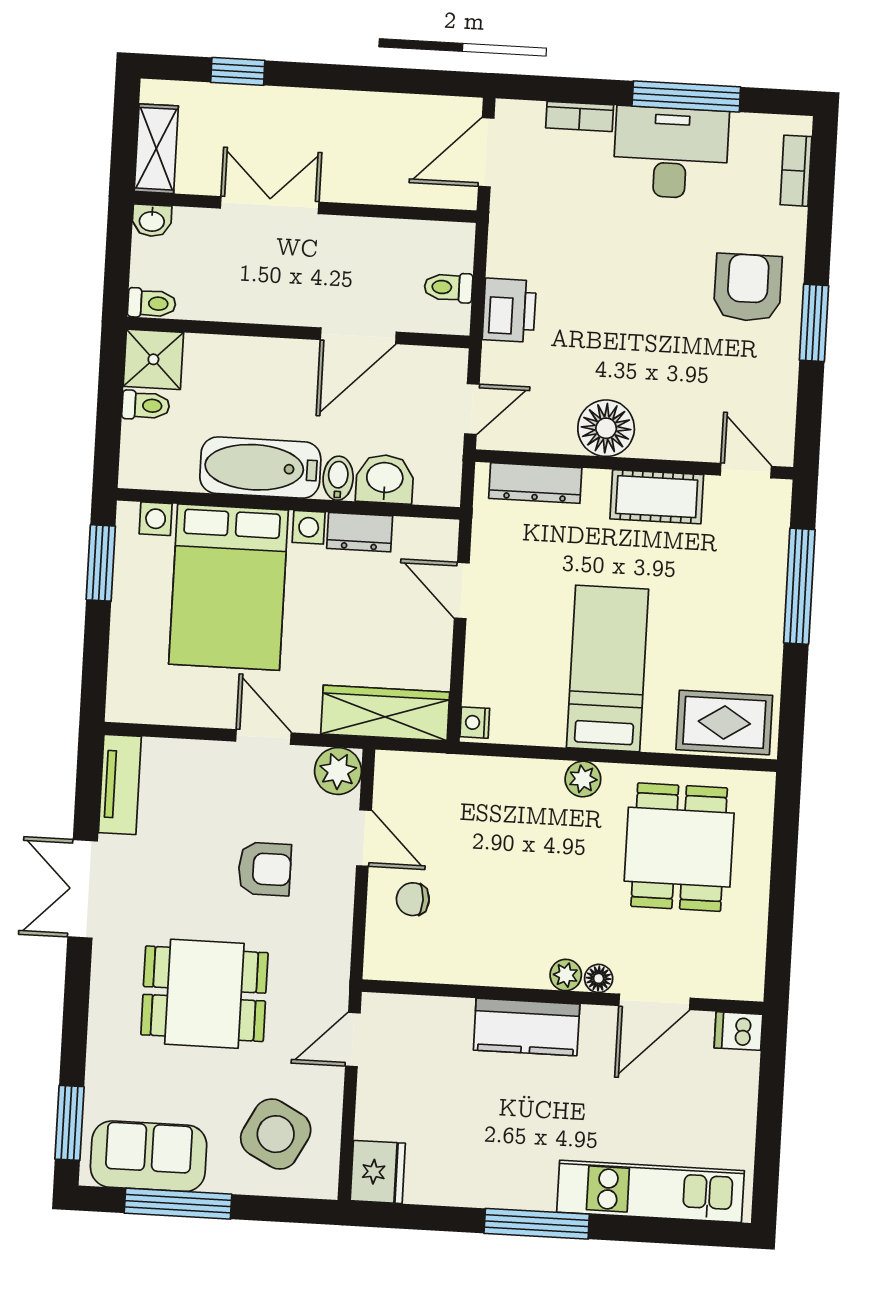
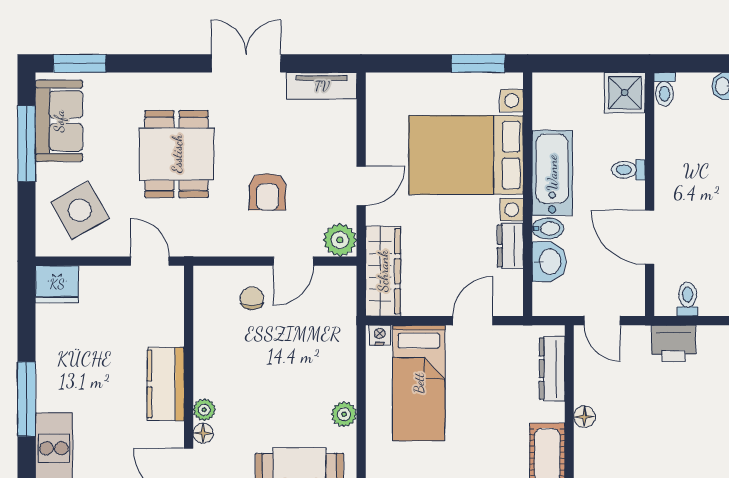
toilet: (146, 405) -> (628, 170), moved, turned 90
floor lamp: (606, 428) -> (584, 417), width x0.53, depth x0.53
bed: (608, 668) -> (419, 383), moved, turned 90
side table: (276, 1134) -> (80, 210), turned 33

